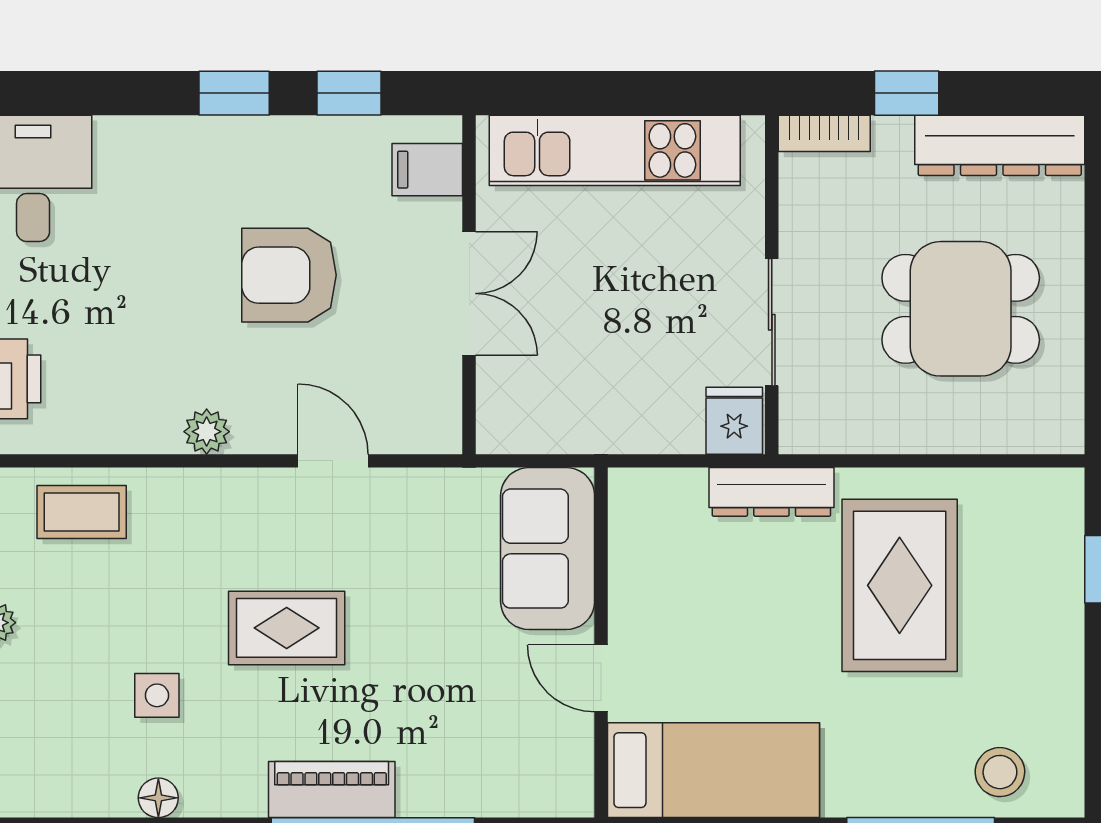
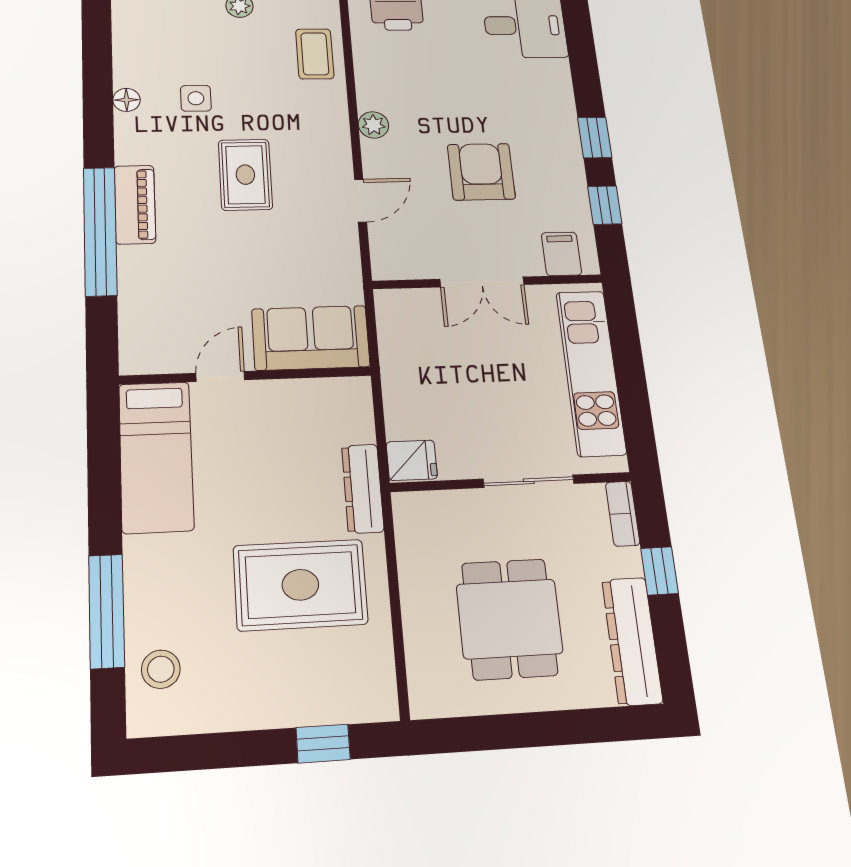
sliding door: (772, 322) -> (529, 481), moved

